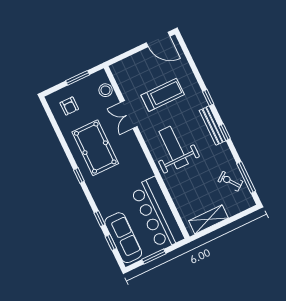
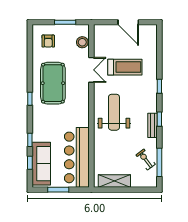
door: (158, 39) -> (128, 22), moved
double door: (129, 115) -> (91, 70), swing flipped
bench: (213, 126) -> (152, 125), moved, width x0.73

